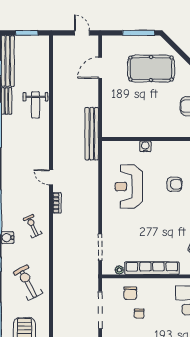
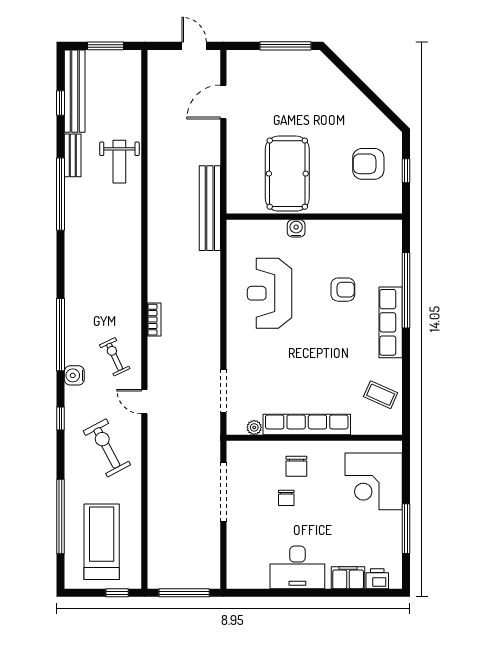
pool table: (151, 69) -> (287, 174), moved, turned 90
door: (51, 177) -> (144, 402), moved
chair: (130, 293) -> (296, 466), moved

